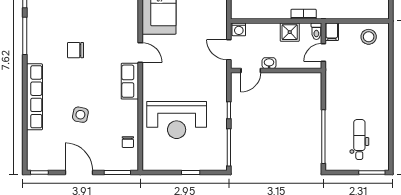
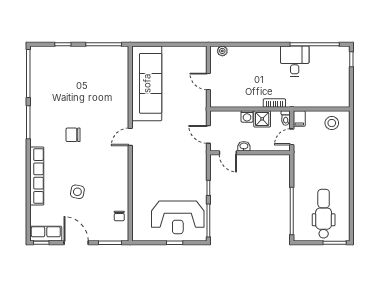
washing machine: (239, 29) -> (247, 116), moved
door: (140, 53) -> (130, 137), swing flipped
door: (251, 70) -> (228, 153), hinge flipped
row of seats: (130, 81) -> (46, 234), moved, turned 90
reception desk: (177, 120) -> (178, 217), moved
dental chair: (359, 139) -> (324, 214), width x1.36, depth x1.38

